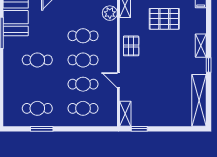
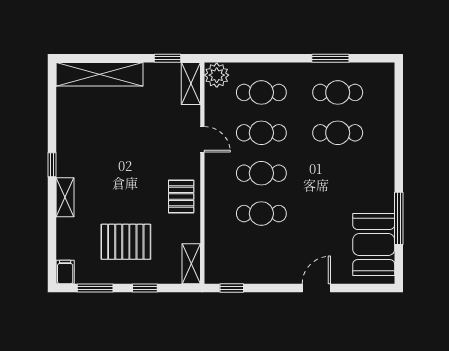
plant: (110, 13) -> (217, 75), moved
cafe table: (37, 60) -> (338, 133), moved
shelving: (199, 100) -> (100, 74), moved, turned 90

